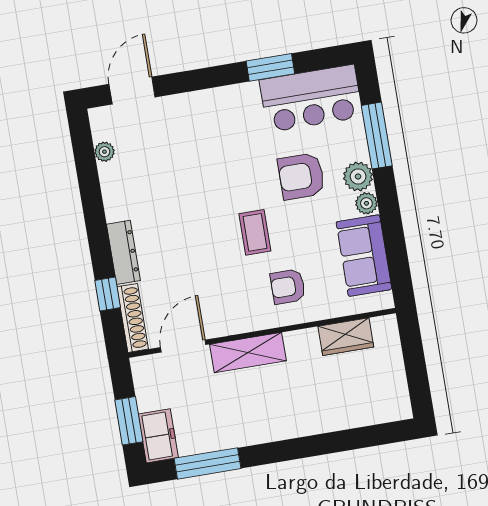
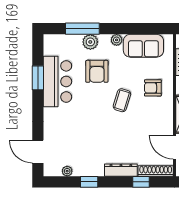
bar counter: (311, 98) -> (57, 81), moved
plant: (358, 176) -> (90, 42), moved
window: (91, 196) -> (89, 182), added
coffee table: (255, 232) -> (122, 100), turned -73
armchair: (288, 287) -> (153, 88), turned 90

